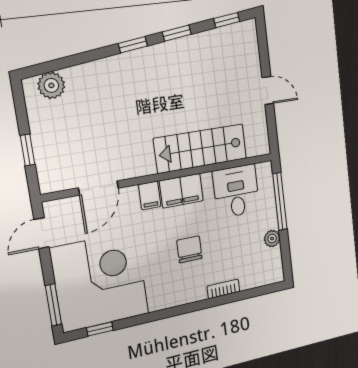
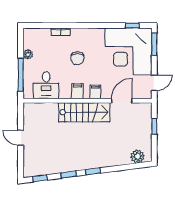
stairs: (201, 149) -> (84, 112), moved
filing cabinet: (181, 191) -> (77, 91), width x0.50

